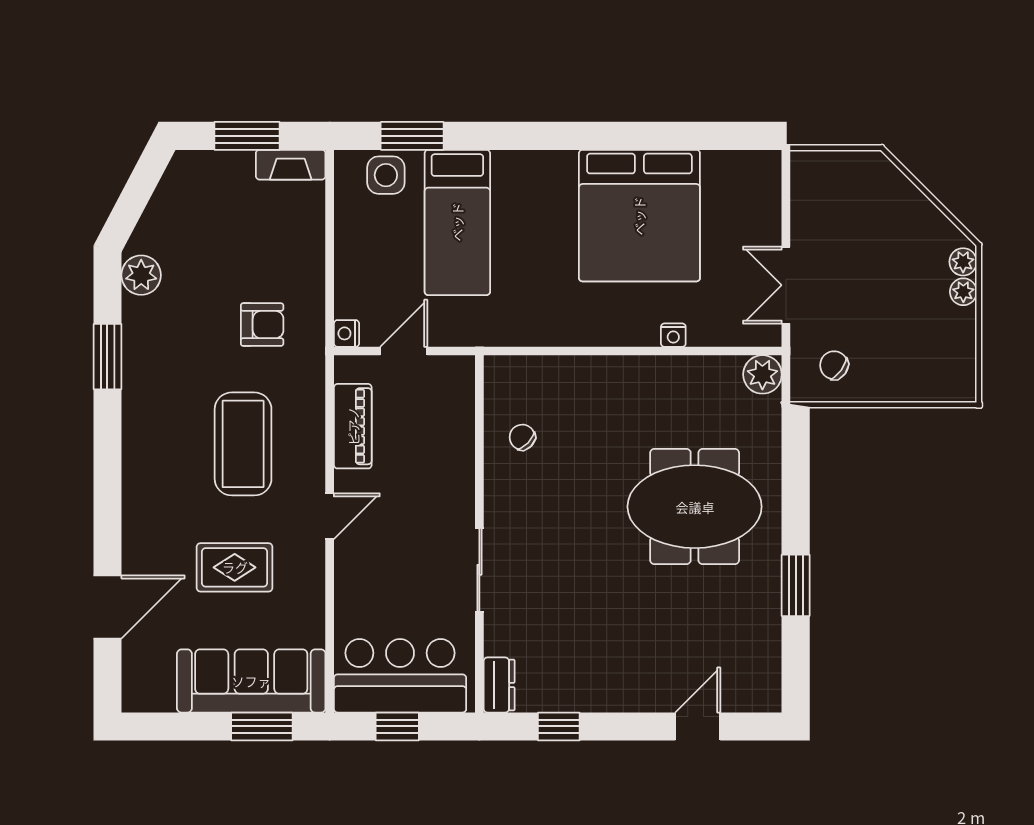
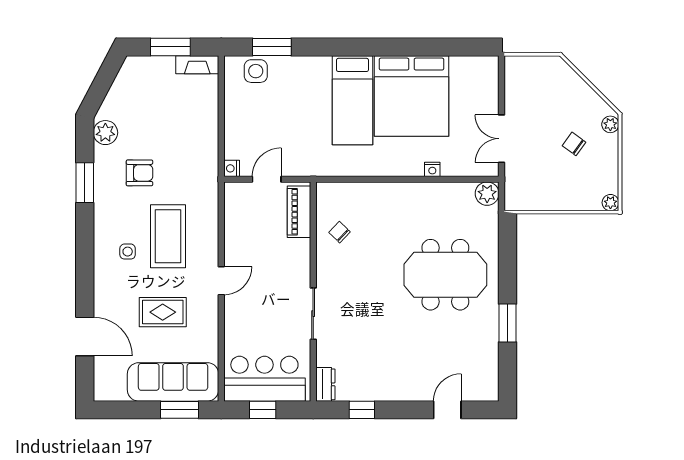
bed: (457, 222) -> (352, 100), moved
plant: (963, 292) -> (610, 203), moved
armchair: (262, 325) -> (139, 173), moved
chair: (834, 365) -> (574, 144), moved
piano: (353, 426) -> (299, 212), moved, turned 180
side table: (177, 469) -> (128, 252), added
door: (107, 607) -> (85, 336), hinge flipped

